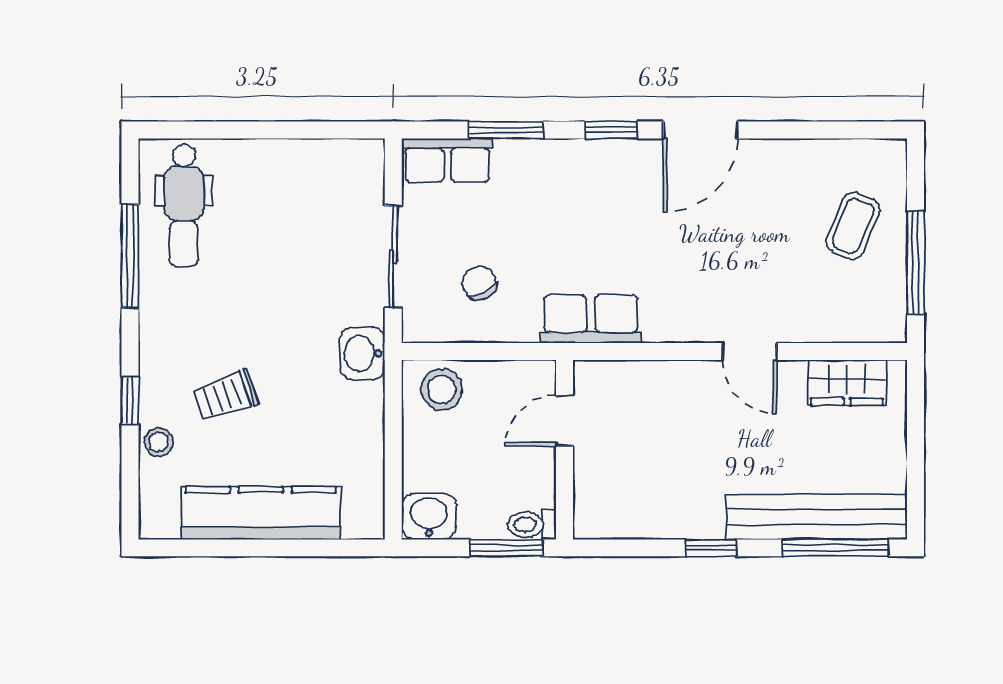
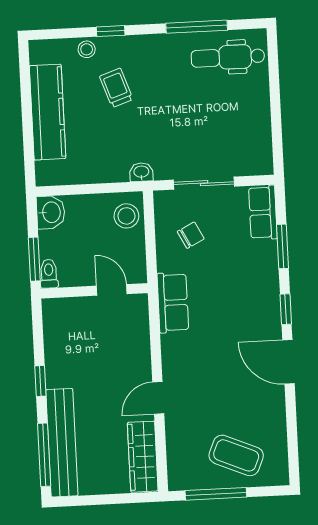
coffee table: (853, 226) -> (236, 455), width x1.36, depth x1.30
washbasin: (362, 353) -> (141, 172), width x0.72, depth x0.69
wardrobe: (847, 383) -> (143, 457), width x1.50

